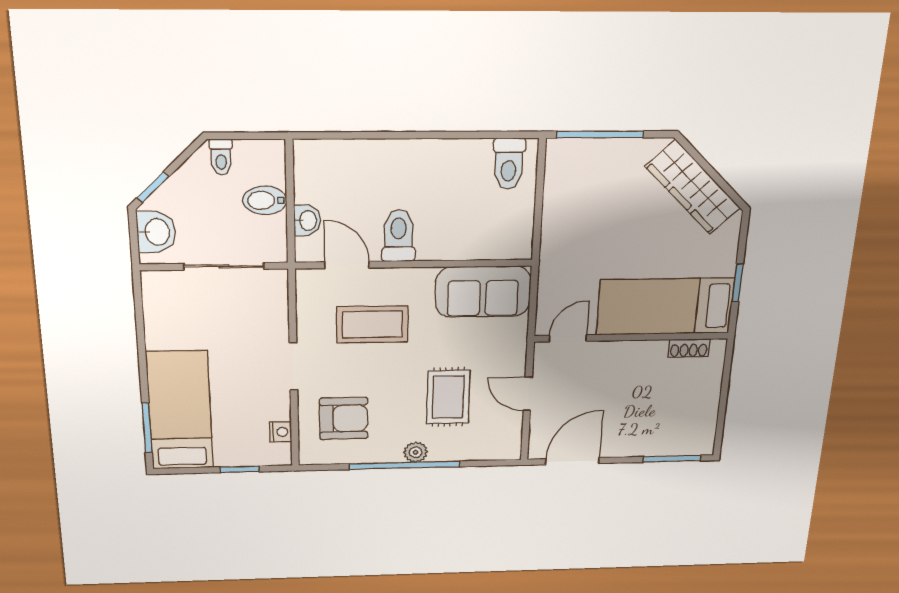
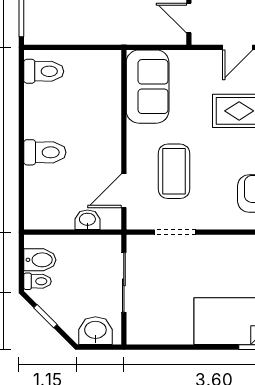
window: (153, 187) -> (45, 316), moved
bidet: (265, 200) -> (40, 260), moved, turned -90
toilet: (399, 236) -> (45, 152), moved, turned 180
doorway: (293, 366) -> (175, 232), moved

